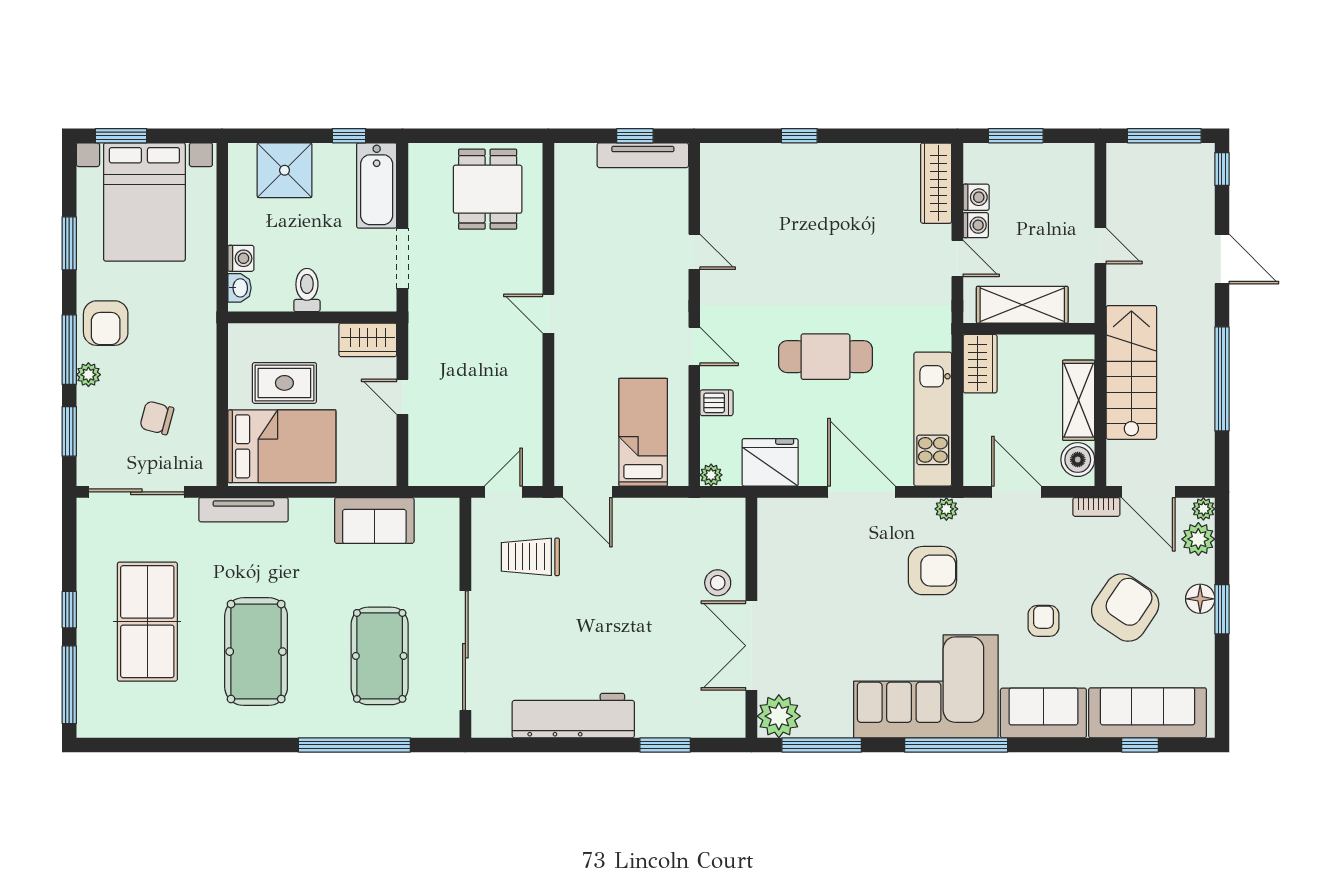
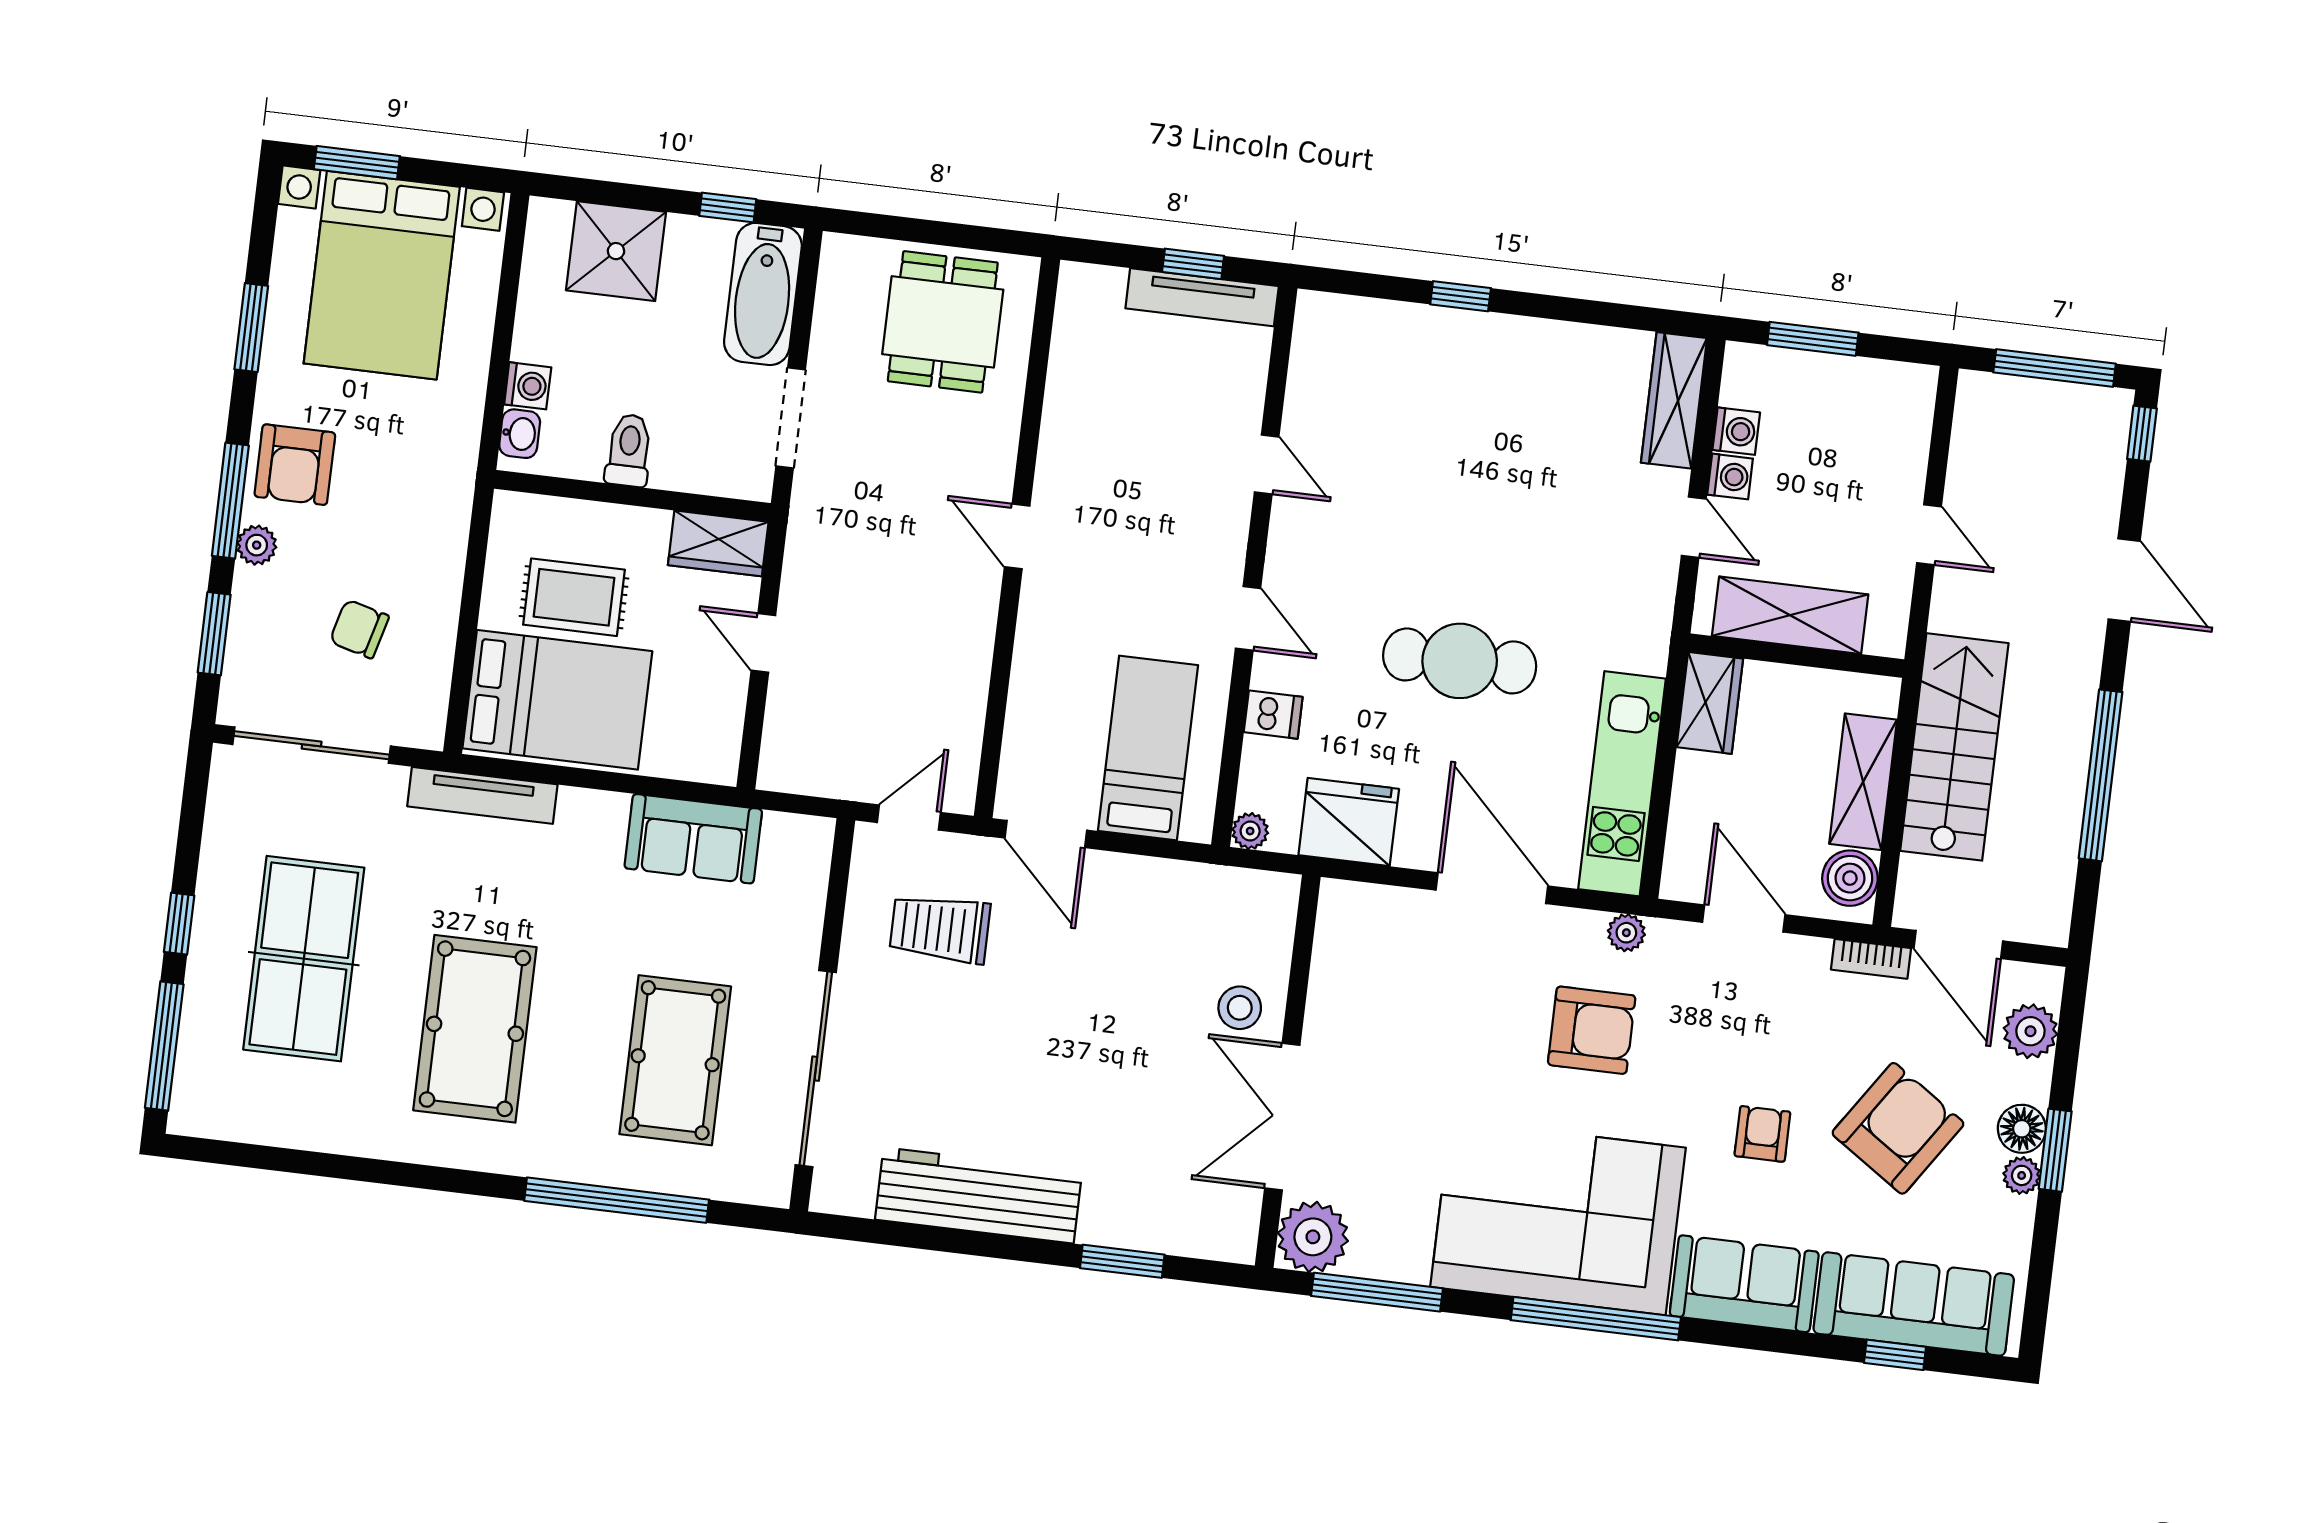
plant: (1203, 509) -> (2022, 1175), moved

